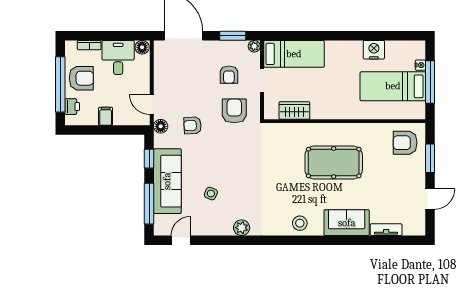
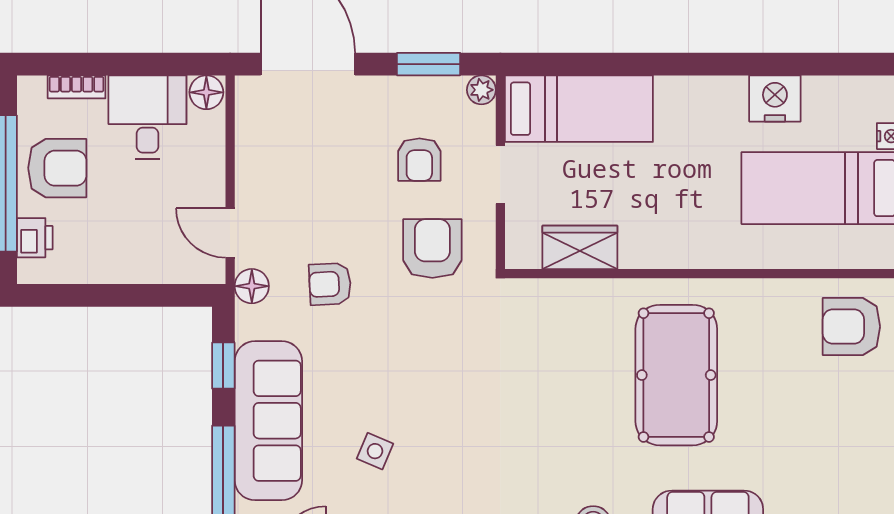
filing cabinet: (106, 116) -> (117, 262), removed
pool table: (334, 163) -> (676, 375), turned 90

